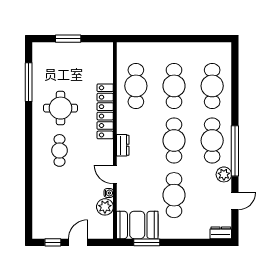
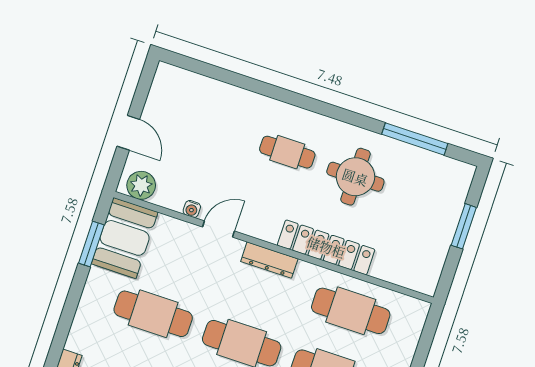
dresser: (123, 145) -> (269, 260), width x1.44
plant: (105, 207) -> (141, 185), moved
window: (53, 242) -> (142, 92), removed

